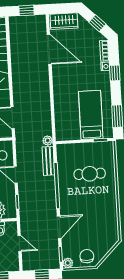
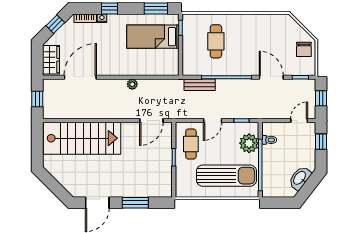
plant: (48, 141) -> (132, 84), moved
door: (20, 243) -> (299, 121), moved
chair: (87, 256) -> (304, 49), turned -90
plant: (68, 263) -> (310, 70), removed

